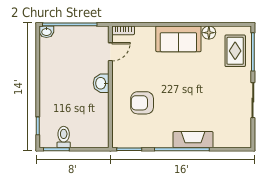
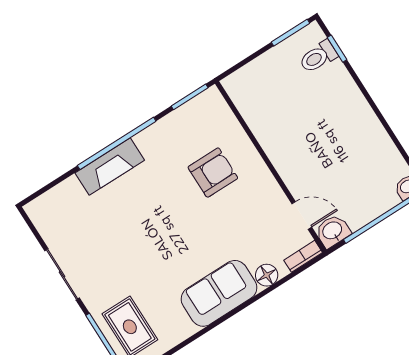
floor lamp: (209, 33) -> (267, 275), moved
door: (110, 52) -> (302, 215), swing flipped
washbasin: (101, 83) -> (333, 231), moved, turned -90
toilet: (64, 137) -> (318, 57), moved, turned 90

